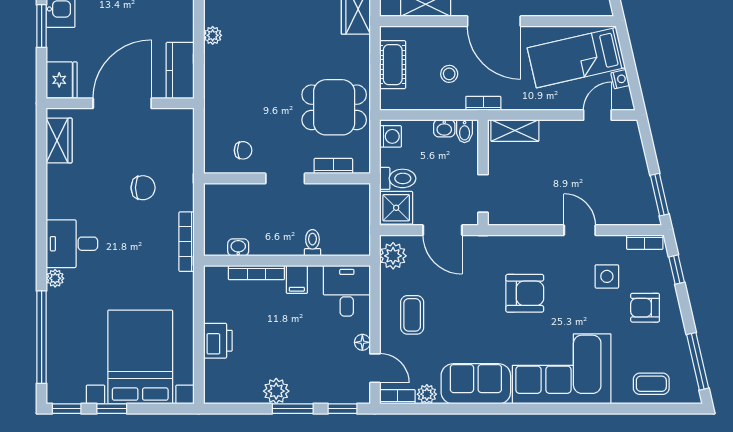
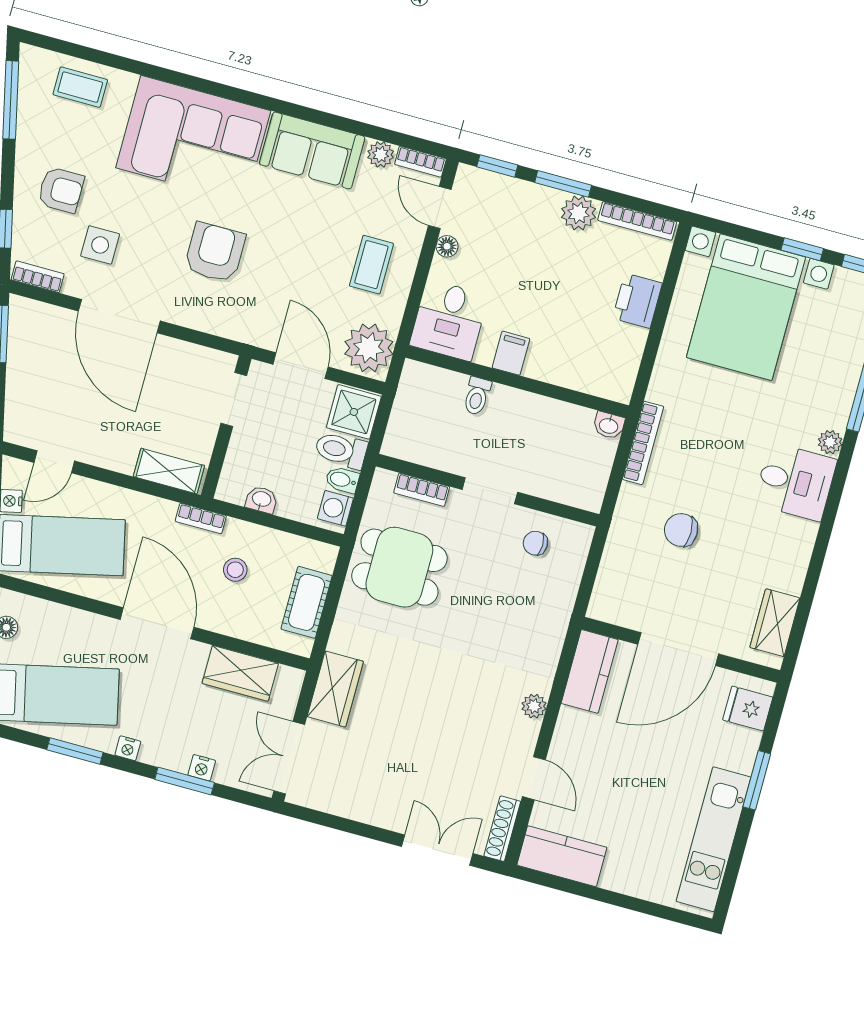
fridge: (62, 80) -> (748, 709), width x0.72
bidet: (465, 131) -> (342, 480), moved, turned -90
door: (580, 230) -> (119, 316), width x1.87
washbasin: (238, 247) -> (609, 425), moved
plant: (393, 256) -> (369, 348), width x1.36, depth x1.36
bookcase: (256, 273) -> (637, 221), moved, turned 180
armchair: (525, 293) -> (215, 252), turned 90

